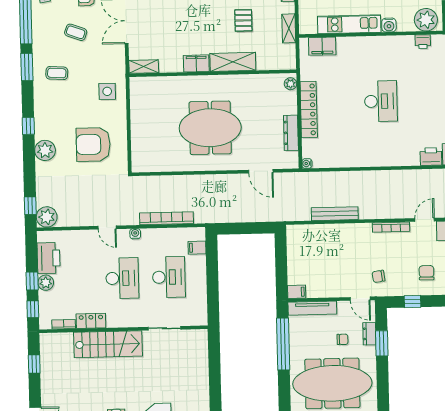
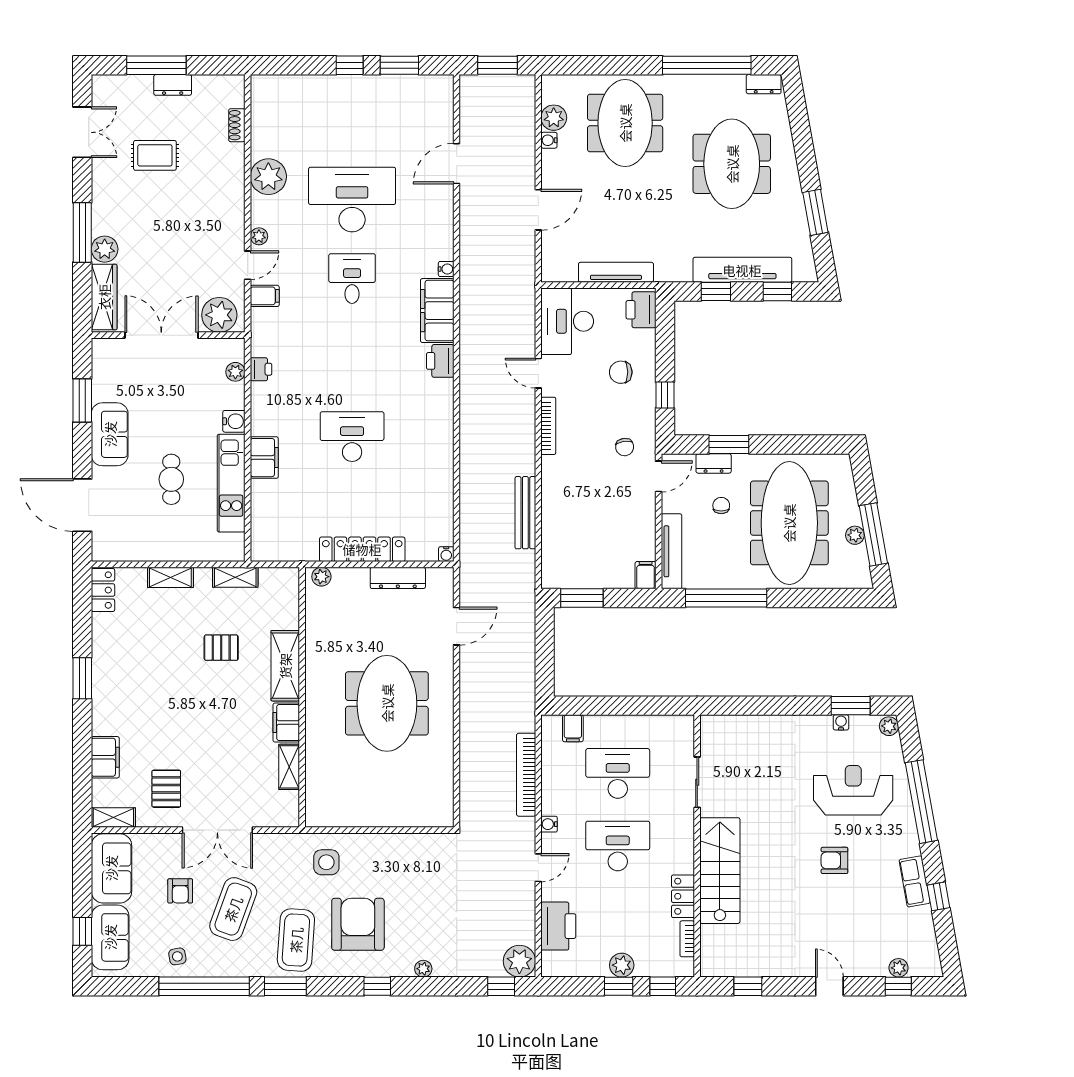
plant: (426, 20) -> (235, 372), width x0.53, depth x0.53
coffee table: (76, 32) -> (233, 909), width x1.86, depth x1.72
filing cabinet: (322, 46) -> (264, 458), moved
shelving: (144, 67) -> (289, 767), moved
coffee table: (57, 73) -> (296, 940), width x1.86, depth x1.72
armchair: (93, 144) -> (358, 924), moved, turned 180
plant: (45, 150) -> (423, 969), width x0.53, depth x0.53
window: (281, 251) -> (582, 598), added
printer: (49, 258) -> (558, 926), moved, turned 90

